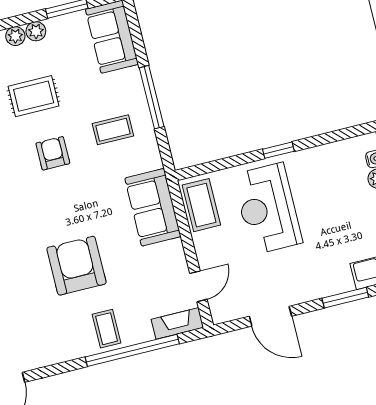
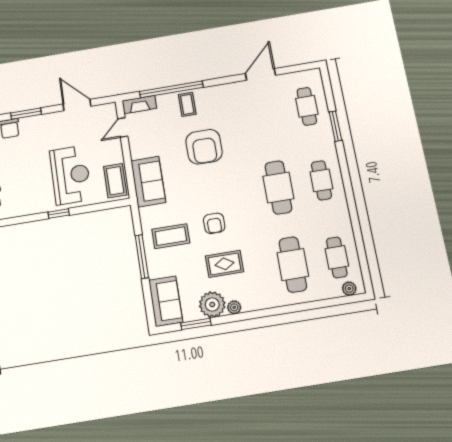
plant: (36, 31) -> (212, 305), width x1.87, depth x1.87
coffee table: (113, 130) -> (171, 236), width x1.36, depth x1.30

